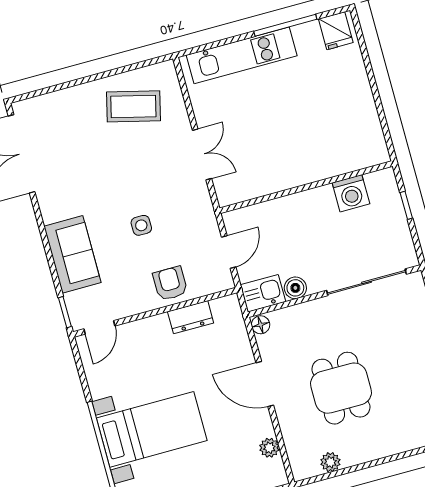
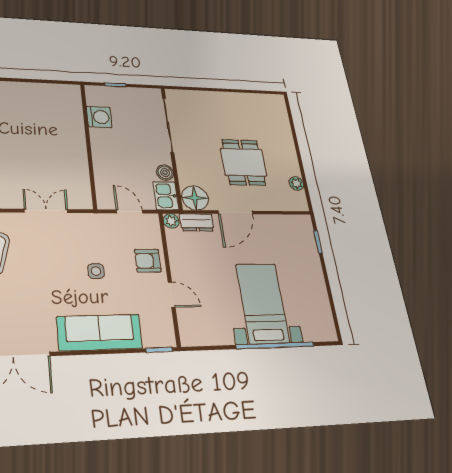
sofa: (72, 254) -> (100, 333), width x1.36
dresser: (191, 317) -> (197, 222), moved, turned 90
floor lamp: (261, 325) -> (195, 198), width x1.89, depth x1.89
door: (99, 327) -> (172, 295), moved
dining table: (341, 388) -> (244, 162), turned 90
plant: (269, 448) -> (171, 221), moved

